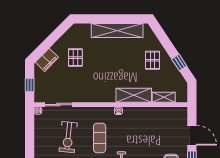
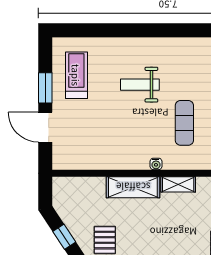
shelving: (164, 97) -> (178, 184), moved

